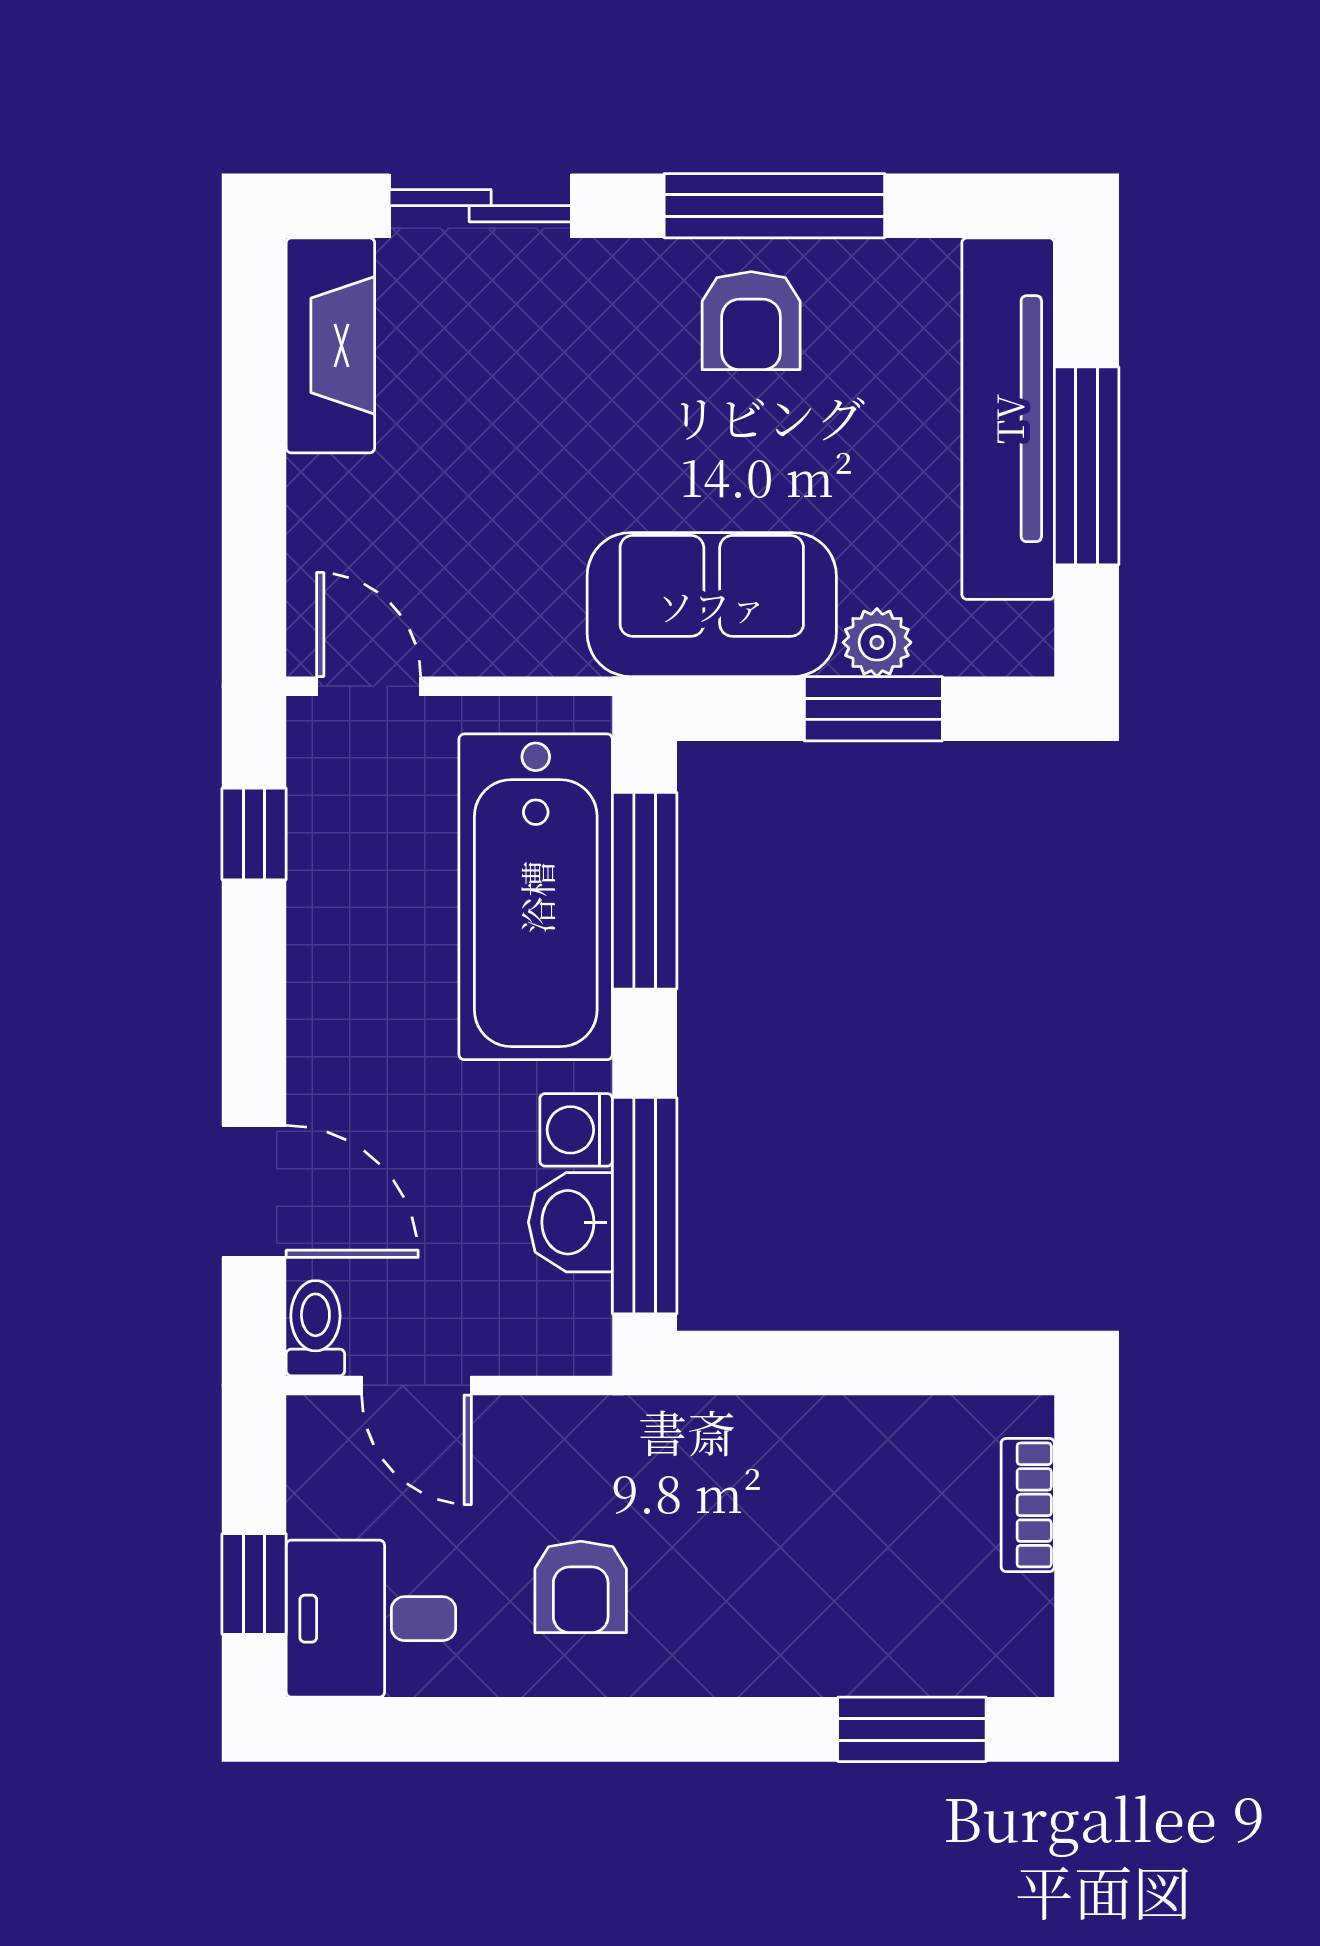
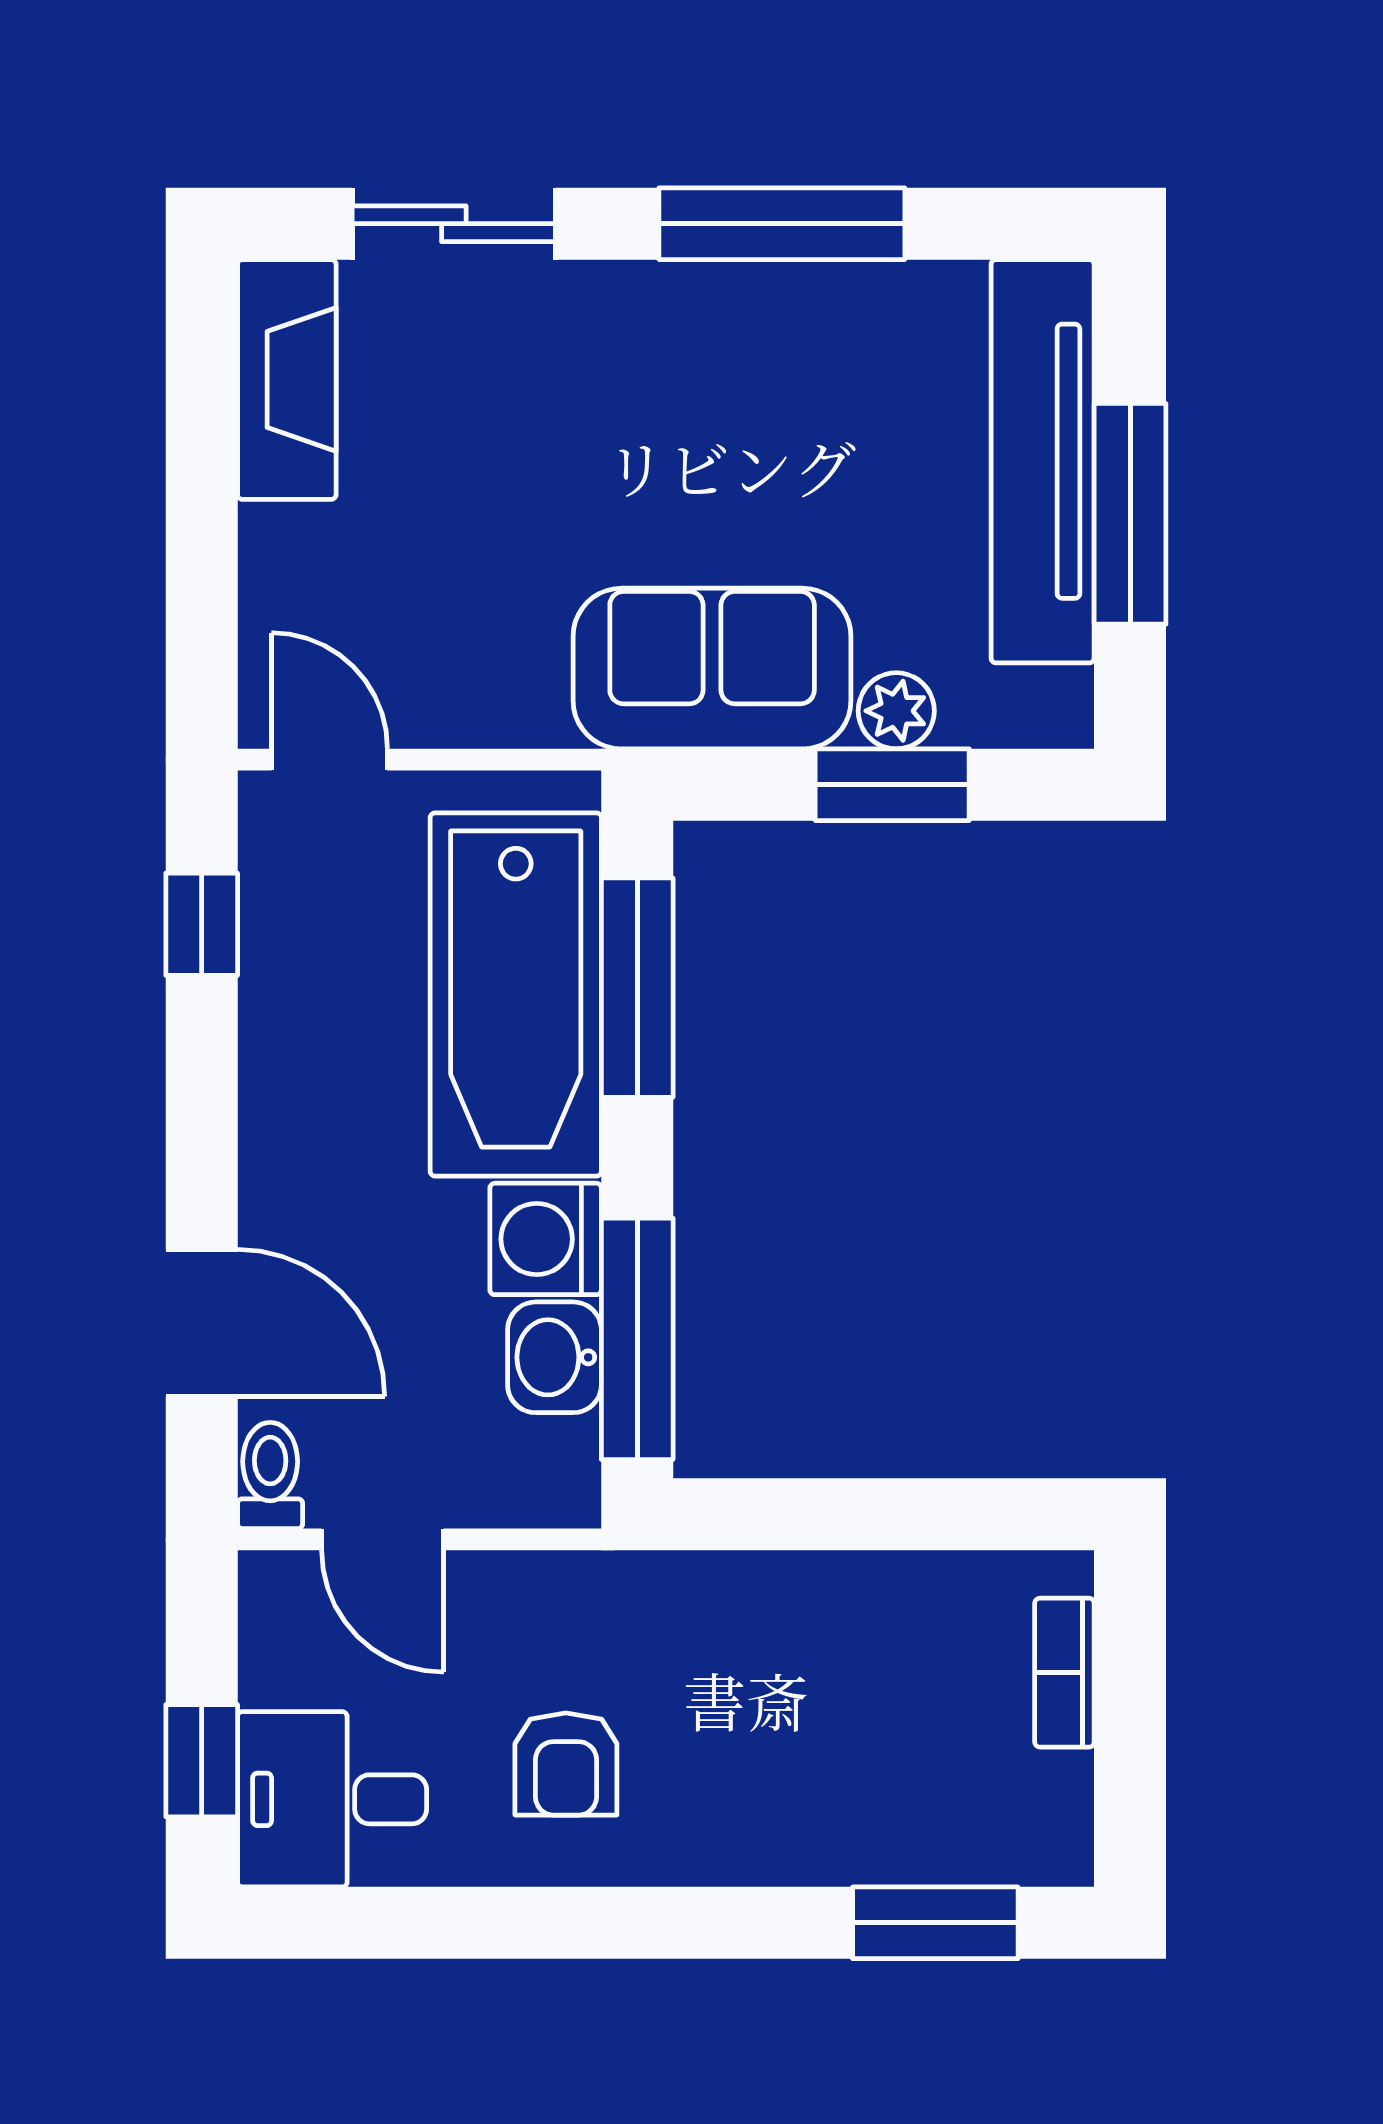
armchair: (751, 321) -> (756, 352), removed
washing machine: (576, 1130) -> (546, 1239), width x1.38, depth x1.38

